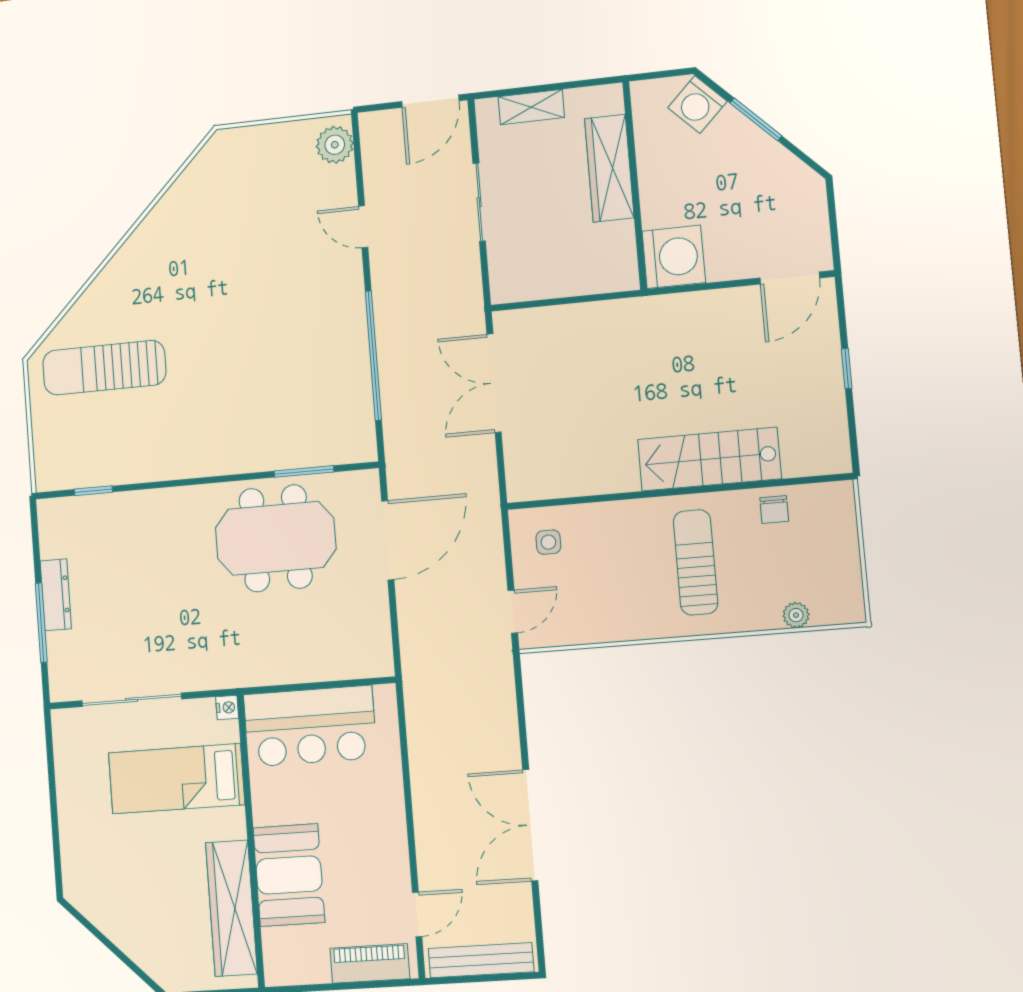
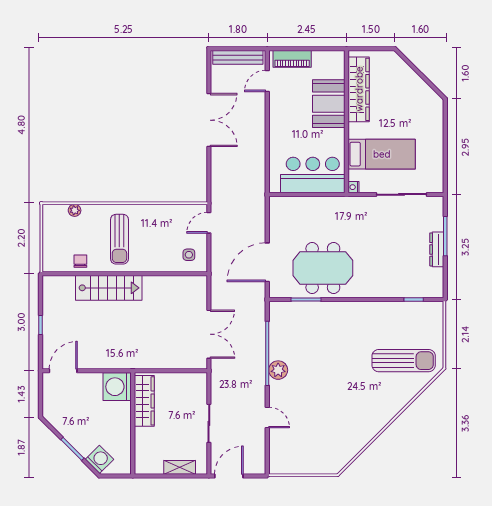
plant: (335, 145) -> (278, 370), moved
wardrobe: (609, 168) -> (144, 401), moved

